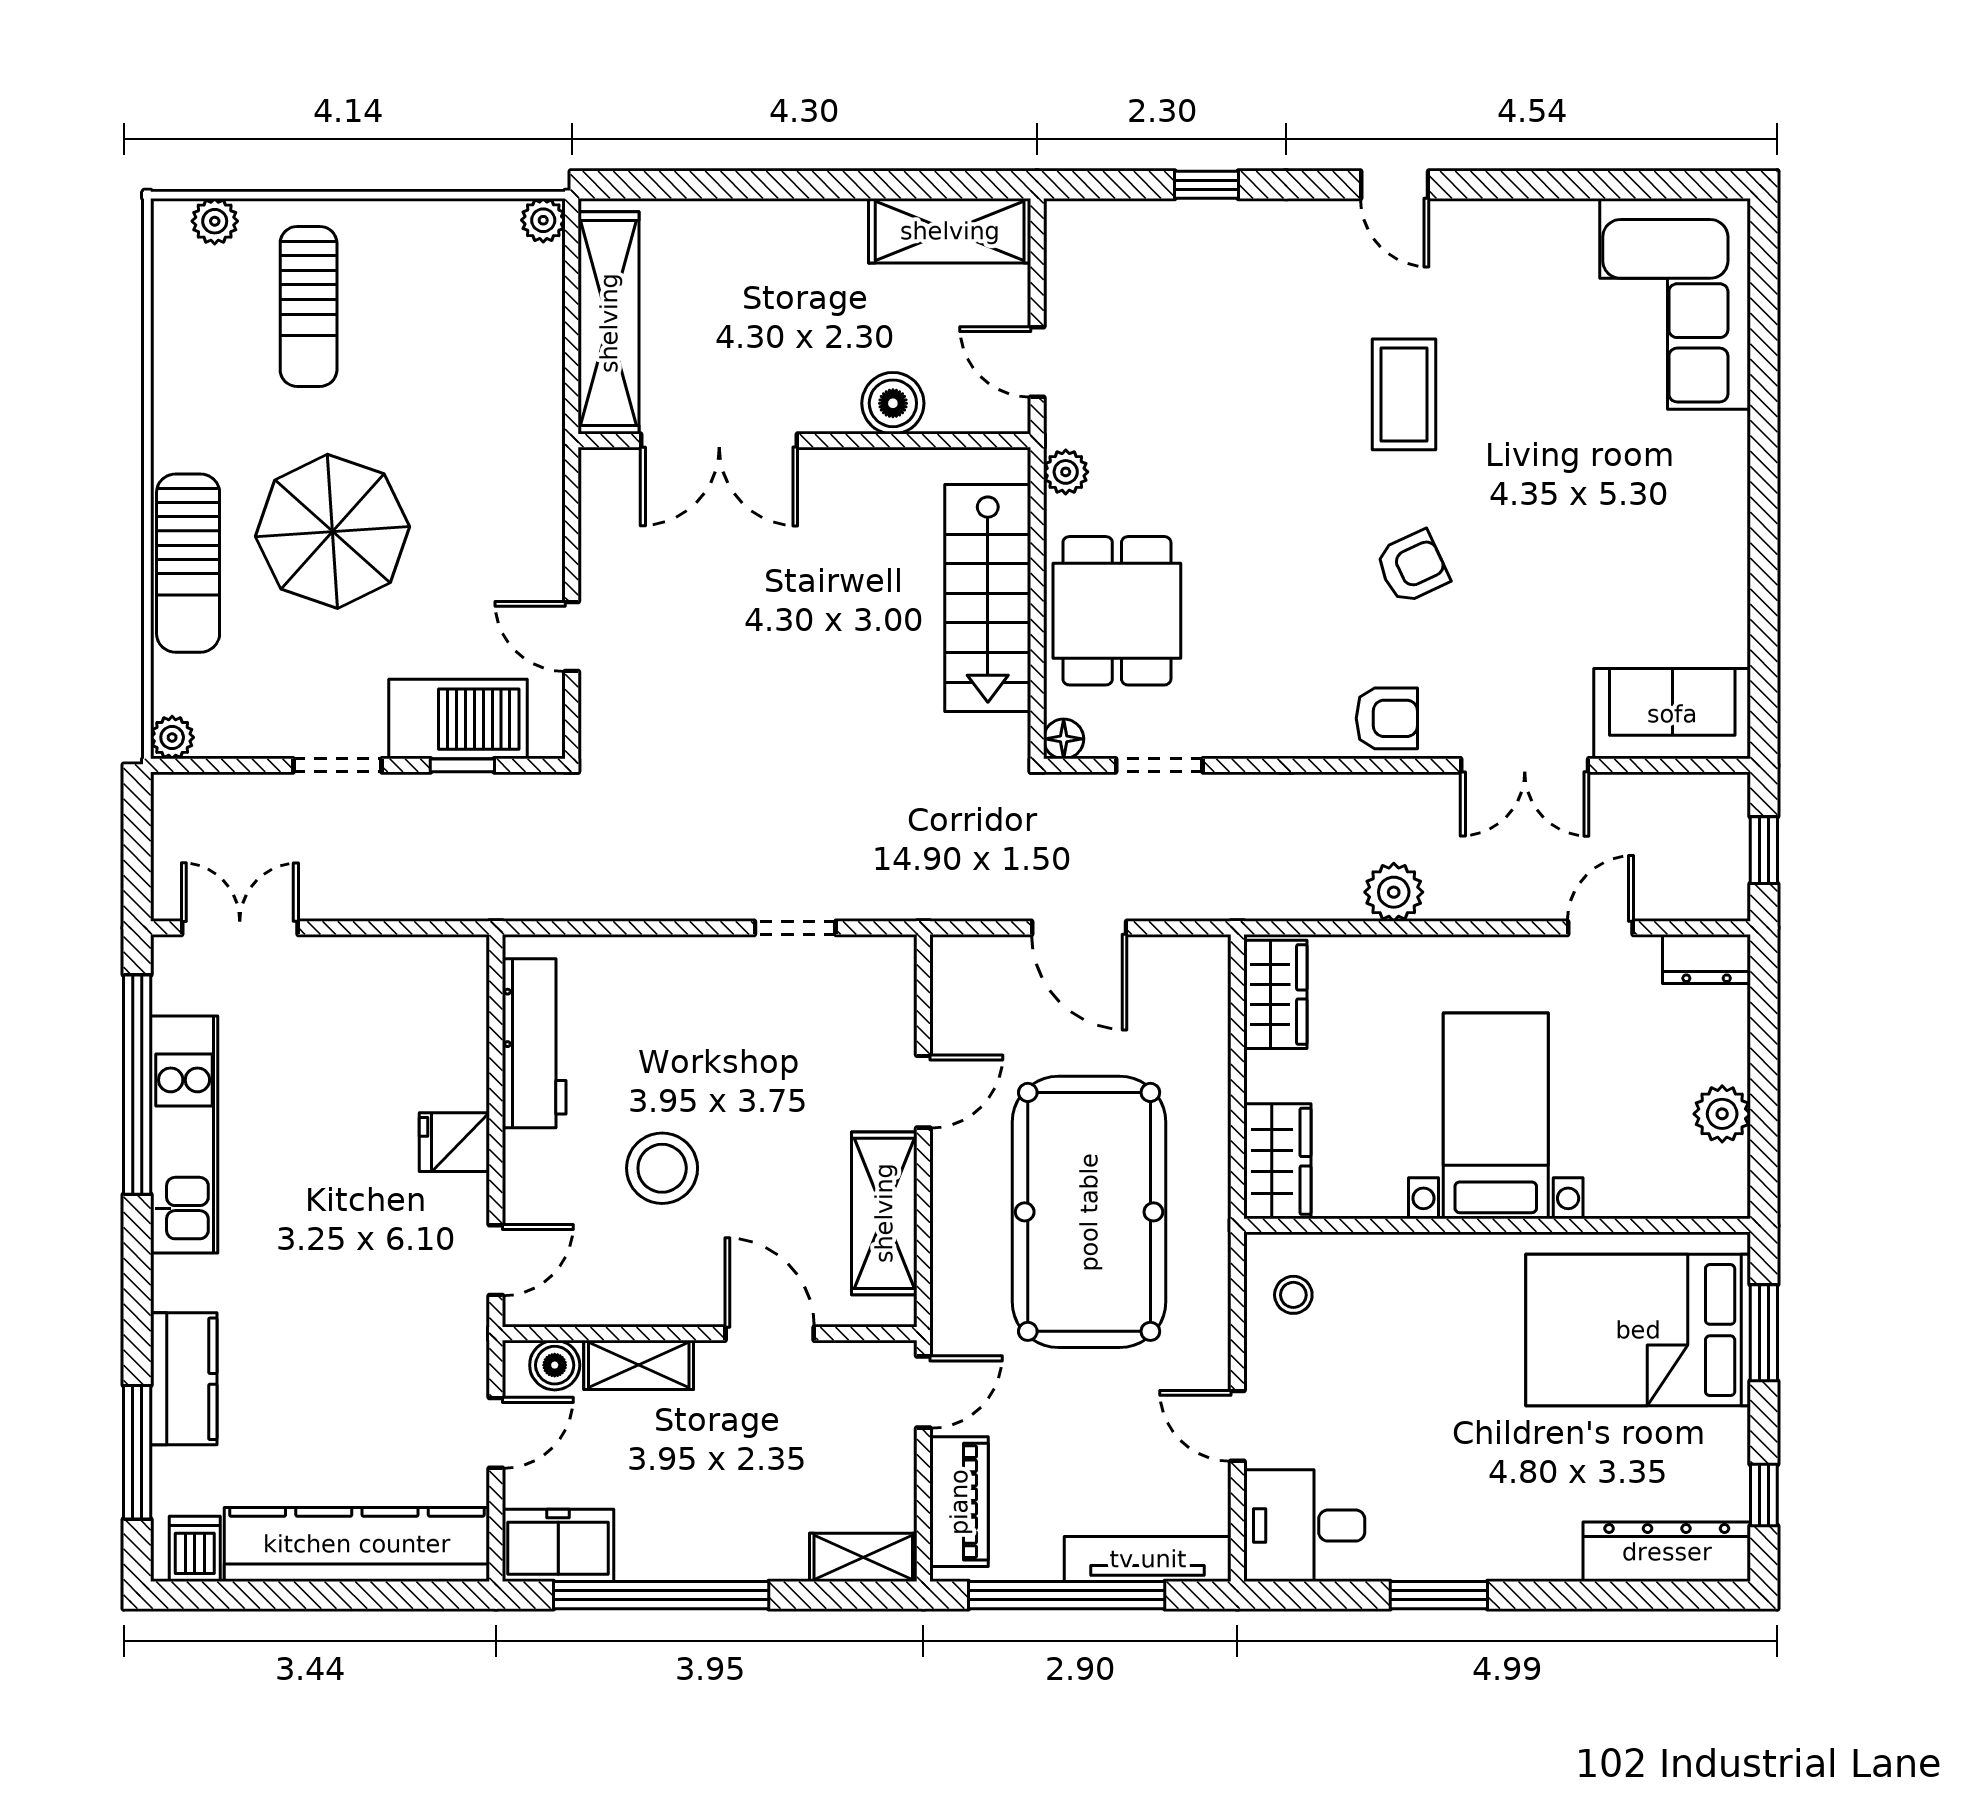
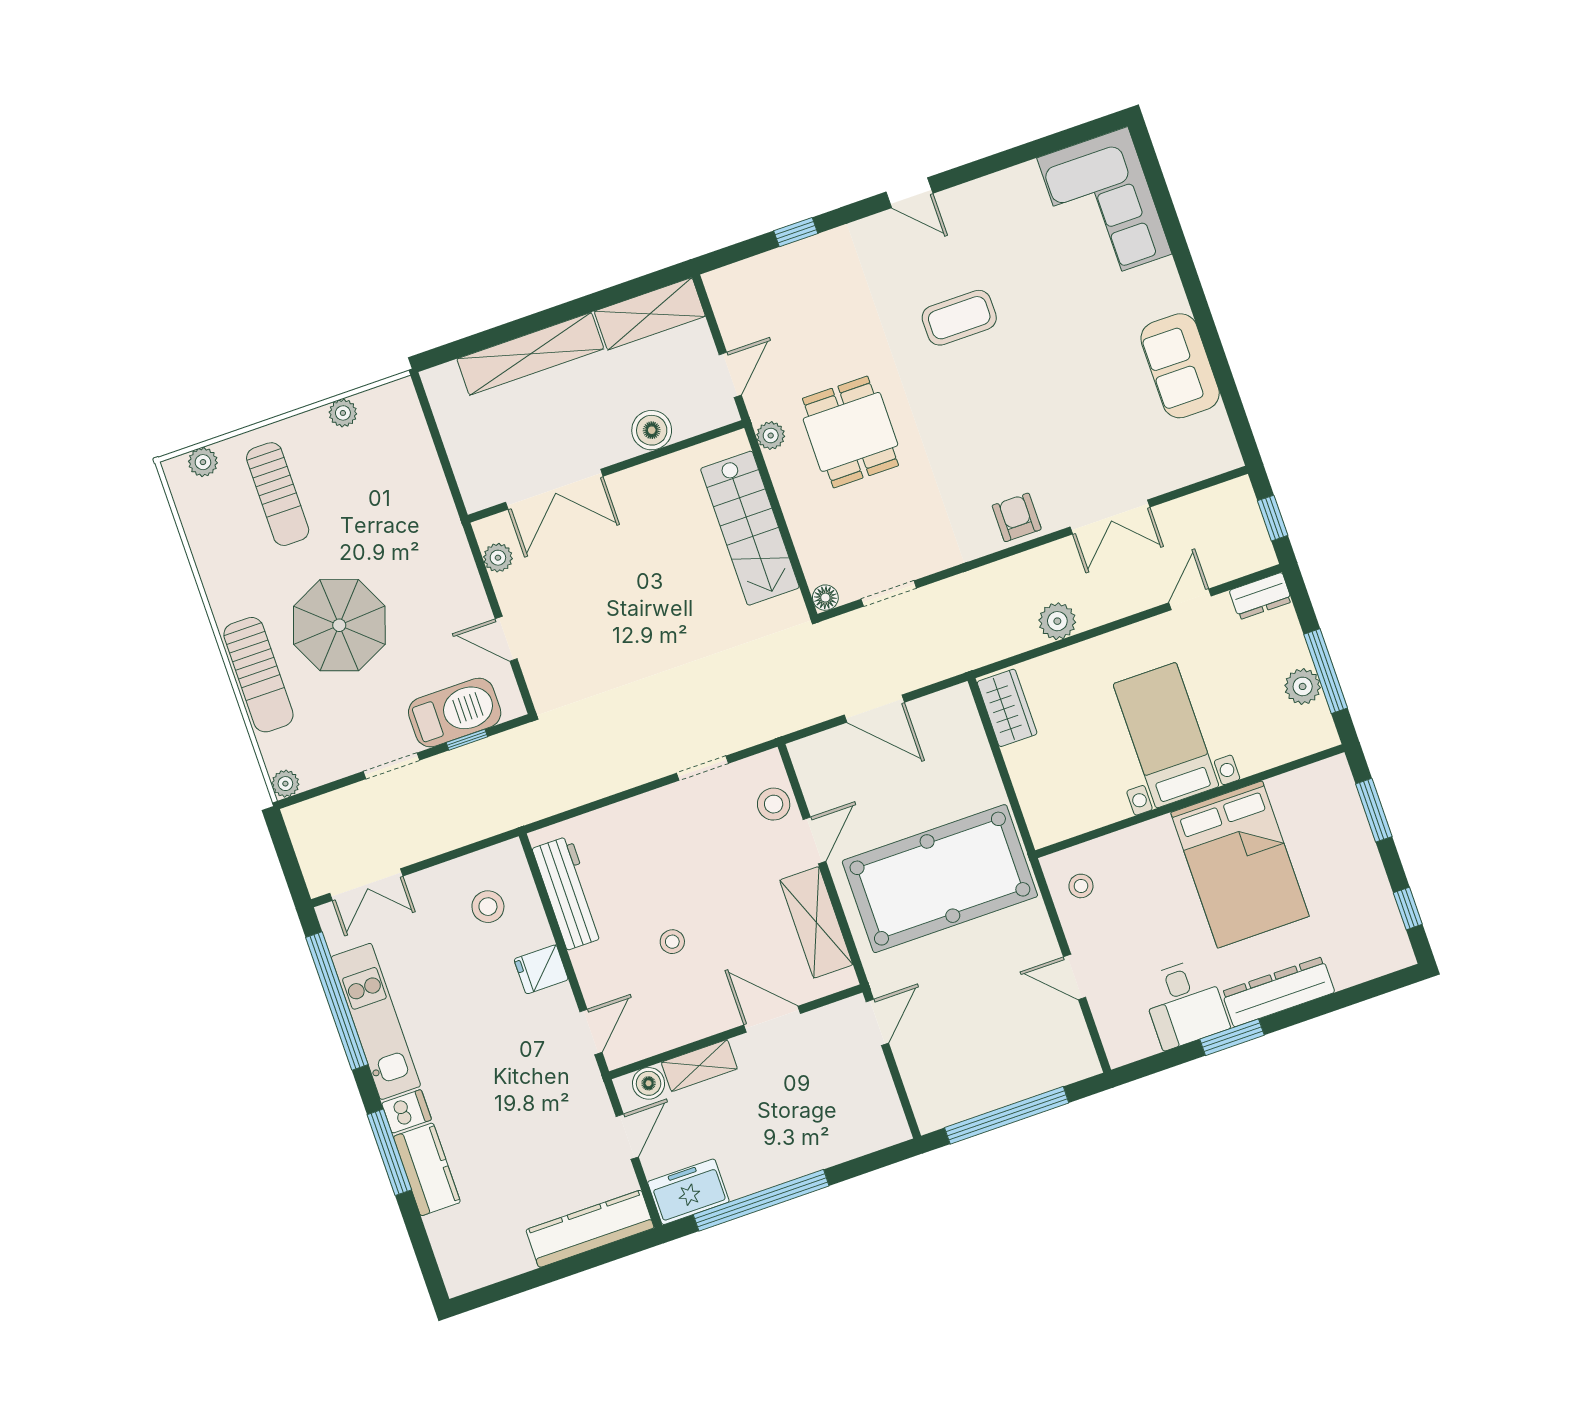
plant: (543, 220) -> (343, 413), moved
shelving: (609, 323) -> (530, 354), moved, turned 90
door: (1037, 362) -> (730, 375), swing flipped
coffee table: (1404, 394) -> (959, 318), turned 90
plant: (601, 513) -> (498, 558), added
armchair: (1412, 567) -> (1000, 420), removed
dining table: (1117, 611) -> (850, 432), moved
sofa: (1672, 714) -> (1180, 366), moved, turned -90
armchair: (1387, 718) -> (1017, 517), turned -90
double door: (240, 928) -> (366, 885), swing flipped
stool: (882, 1017) -> (774, 804), added
stool: (408, 1022) -> (488, 907), added
window: (1764, 1103) -> (1326, 671), added
wardrobe: (1277, 1161) -> (1043, 808), removed
stool: (662, 1168) -> (672, 942), width x0.53, depth x0.53
pool table: (1089, 1212) -> (940, 879), turned 90
bed: (1638, 1330) -> (1240, 864), moved, turned -90
window: (137, 1452) -> (389, 1152), moved
piano: (959, 1502) -> (922, 1081), removed
desk: (1304, 1526) -> (1185, 1003), moved, turned -90
kitchen counter: (357, 1544) -> (590, 1229), width x0.72, depth x0.86
dishwasher: (195, 1549) -> (407, 1111), moved, turned 90
dresser: (1667, 1552) -> (1278, 992), moved
shelving: (863, 1557) -> (876, 1135), removed
tv unit: (1148, 1559) -> (1048, 1076), removed

